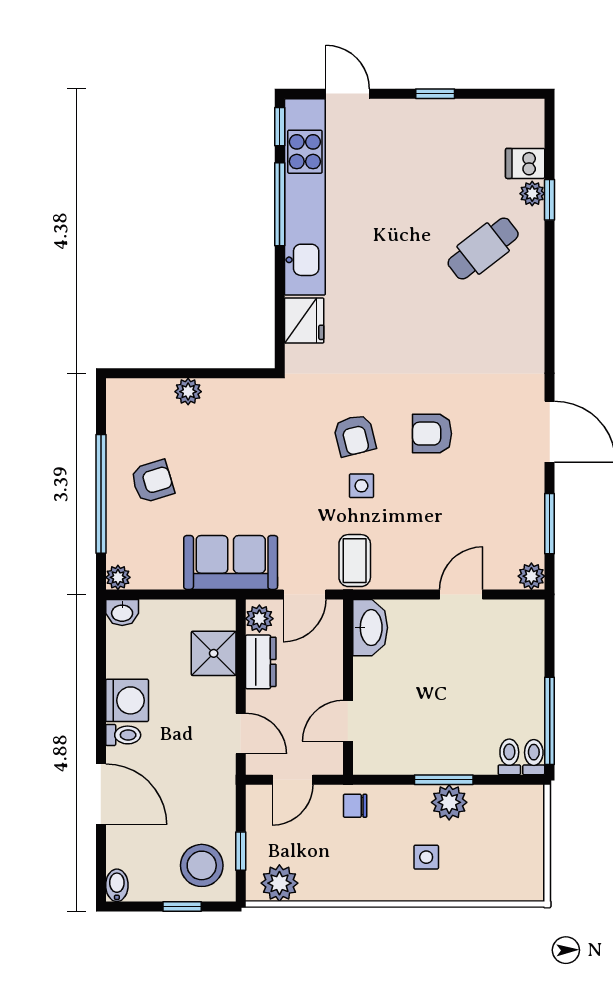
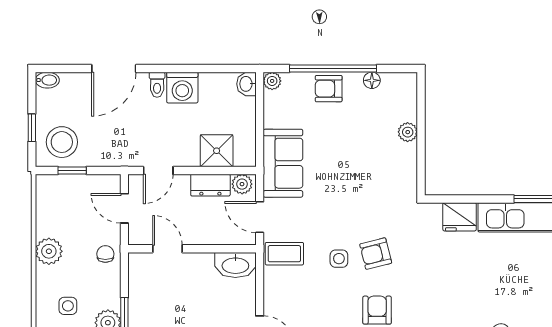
floor lamp: (117, 441) -> (372, 80), added
armchair: (152, 481) -> (329, 89), moved, turned 107
plant: (279, 883) -> (49, 251), moved

